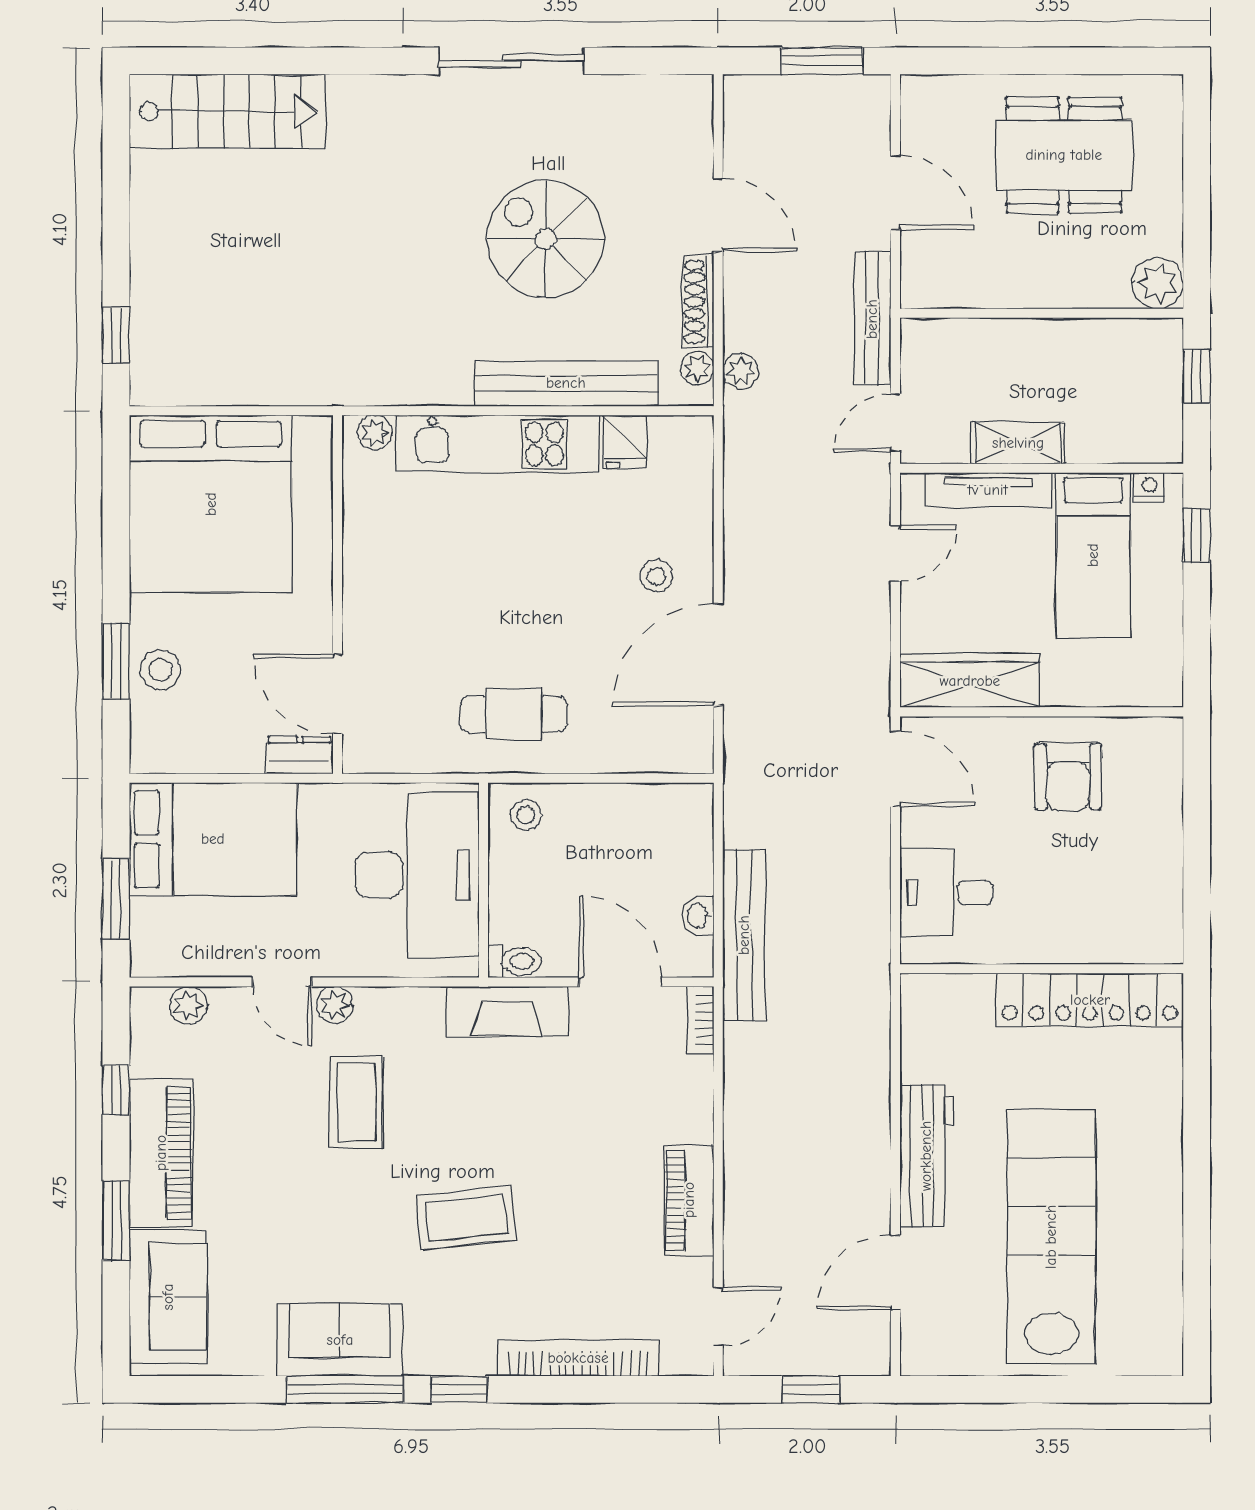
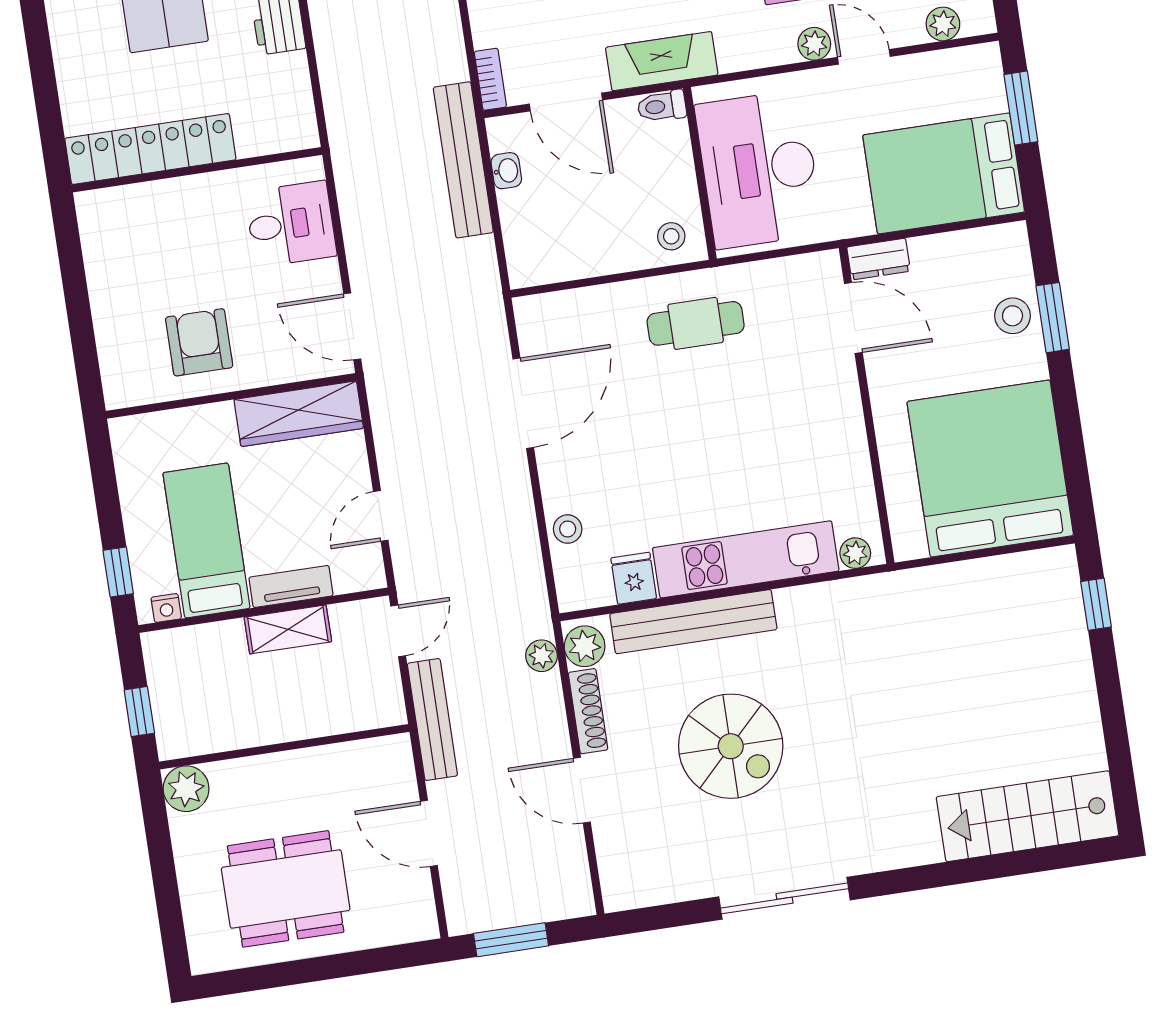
plant: (697, 368) -> (585, 646), width x1.38, depth x1.38
tv unit: (988, 490) -> (291, 586), width x0.71
stool: (656, 576) -> (568, 529), moved

